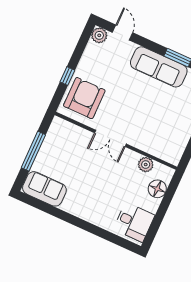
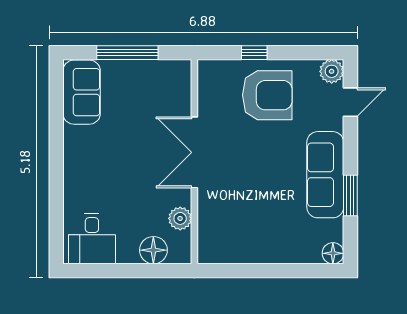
armchair: (84, 98) -> (267, 95), moved
double door: (110, 138) -> (194, 152), width x1.37

